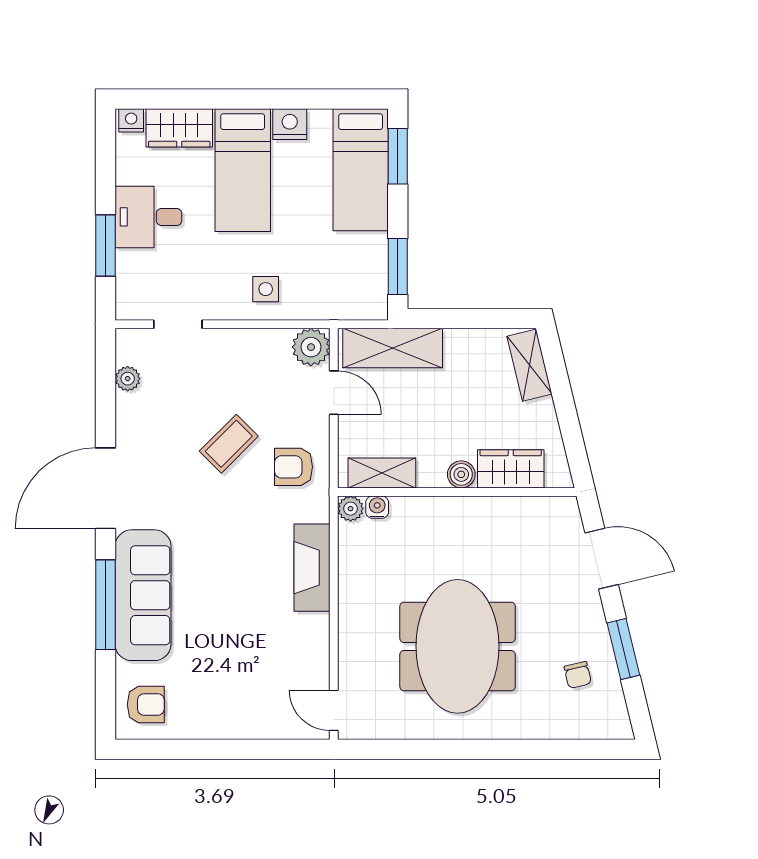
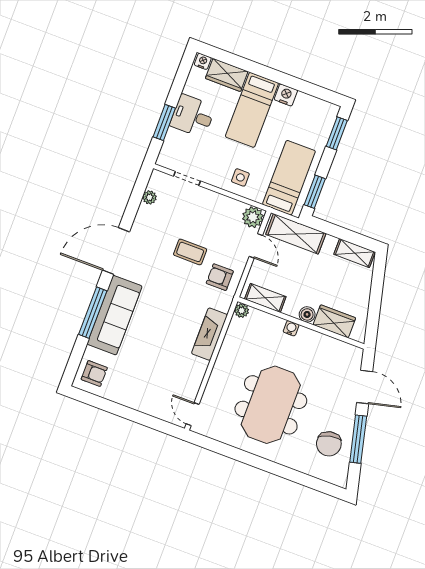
bed: (361, 170) -> (289, 178), moved, turned 180
shelving: (529, 365) -> (355, 253), moved, turned -76
coffee table: (229, 444) -> (190, 252), turned 45
water cooler: (377, 507) -> (291, 328), moved
window: (623, 649) -> (358, 439), width x1.44
chair: (578, 675) -> (329, 444), width x1.87, depth x1.87

